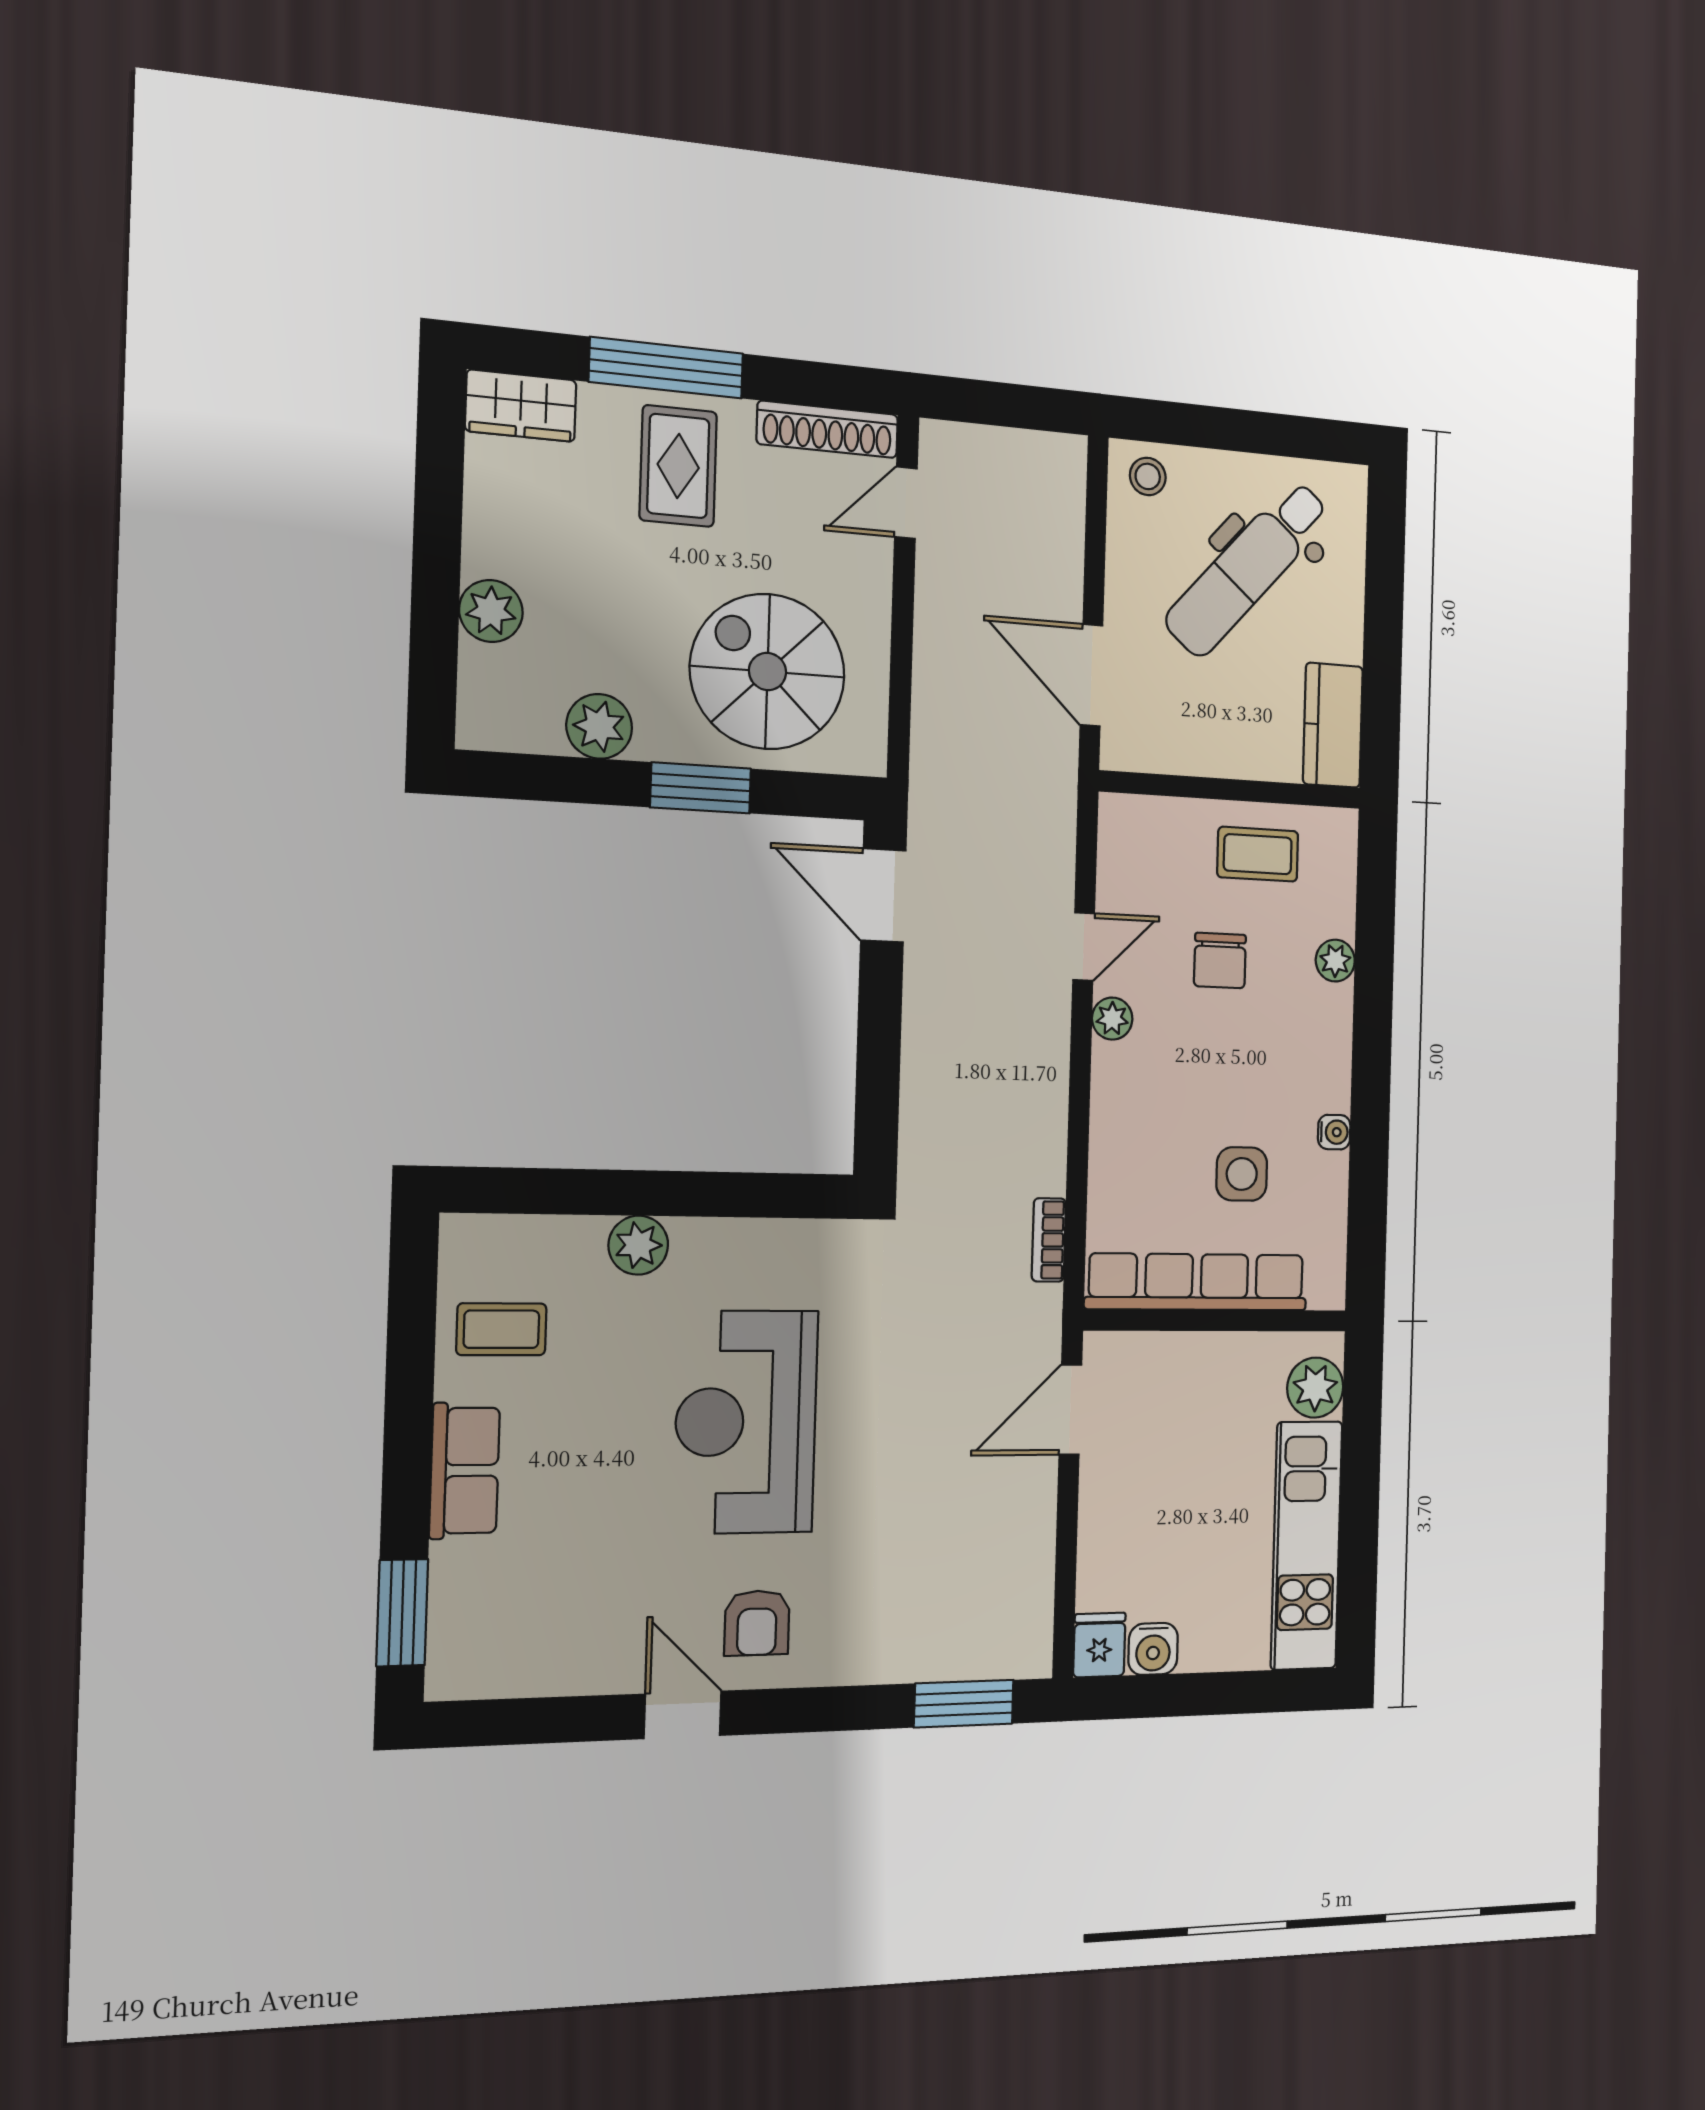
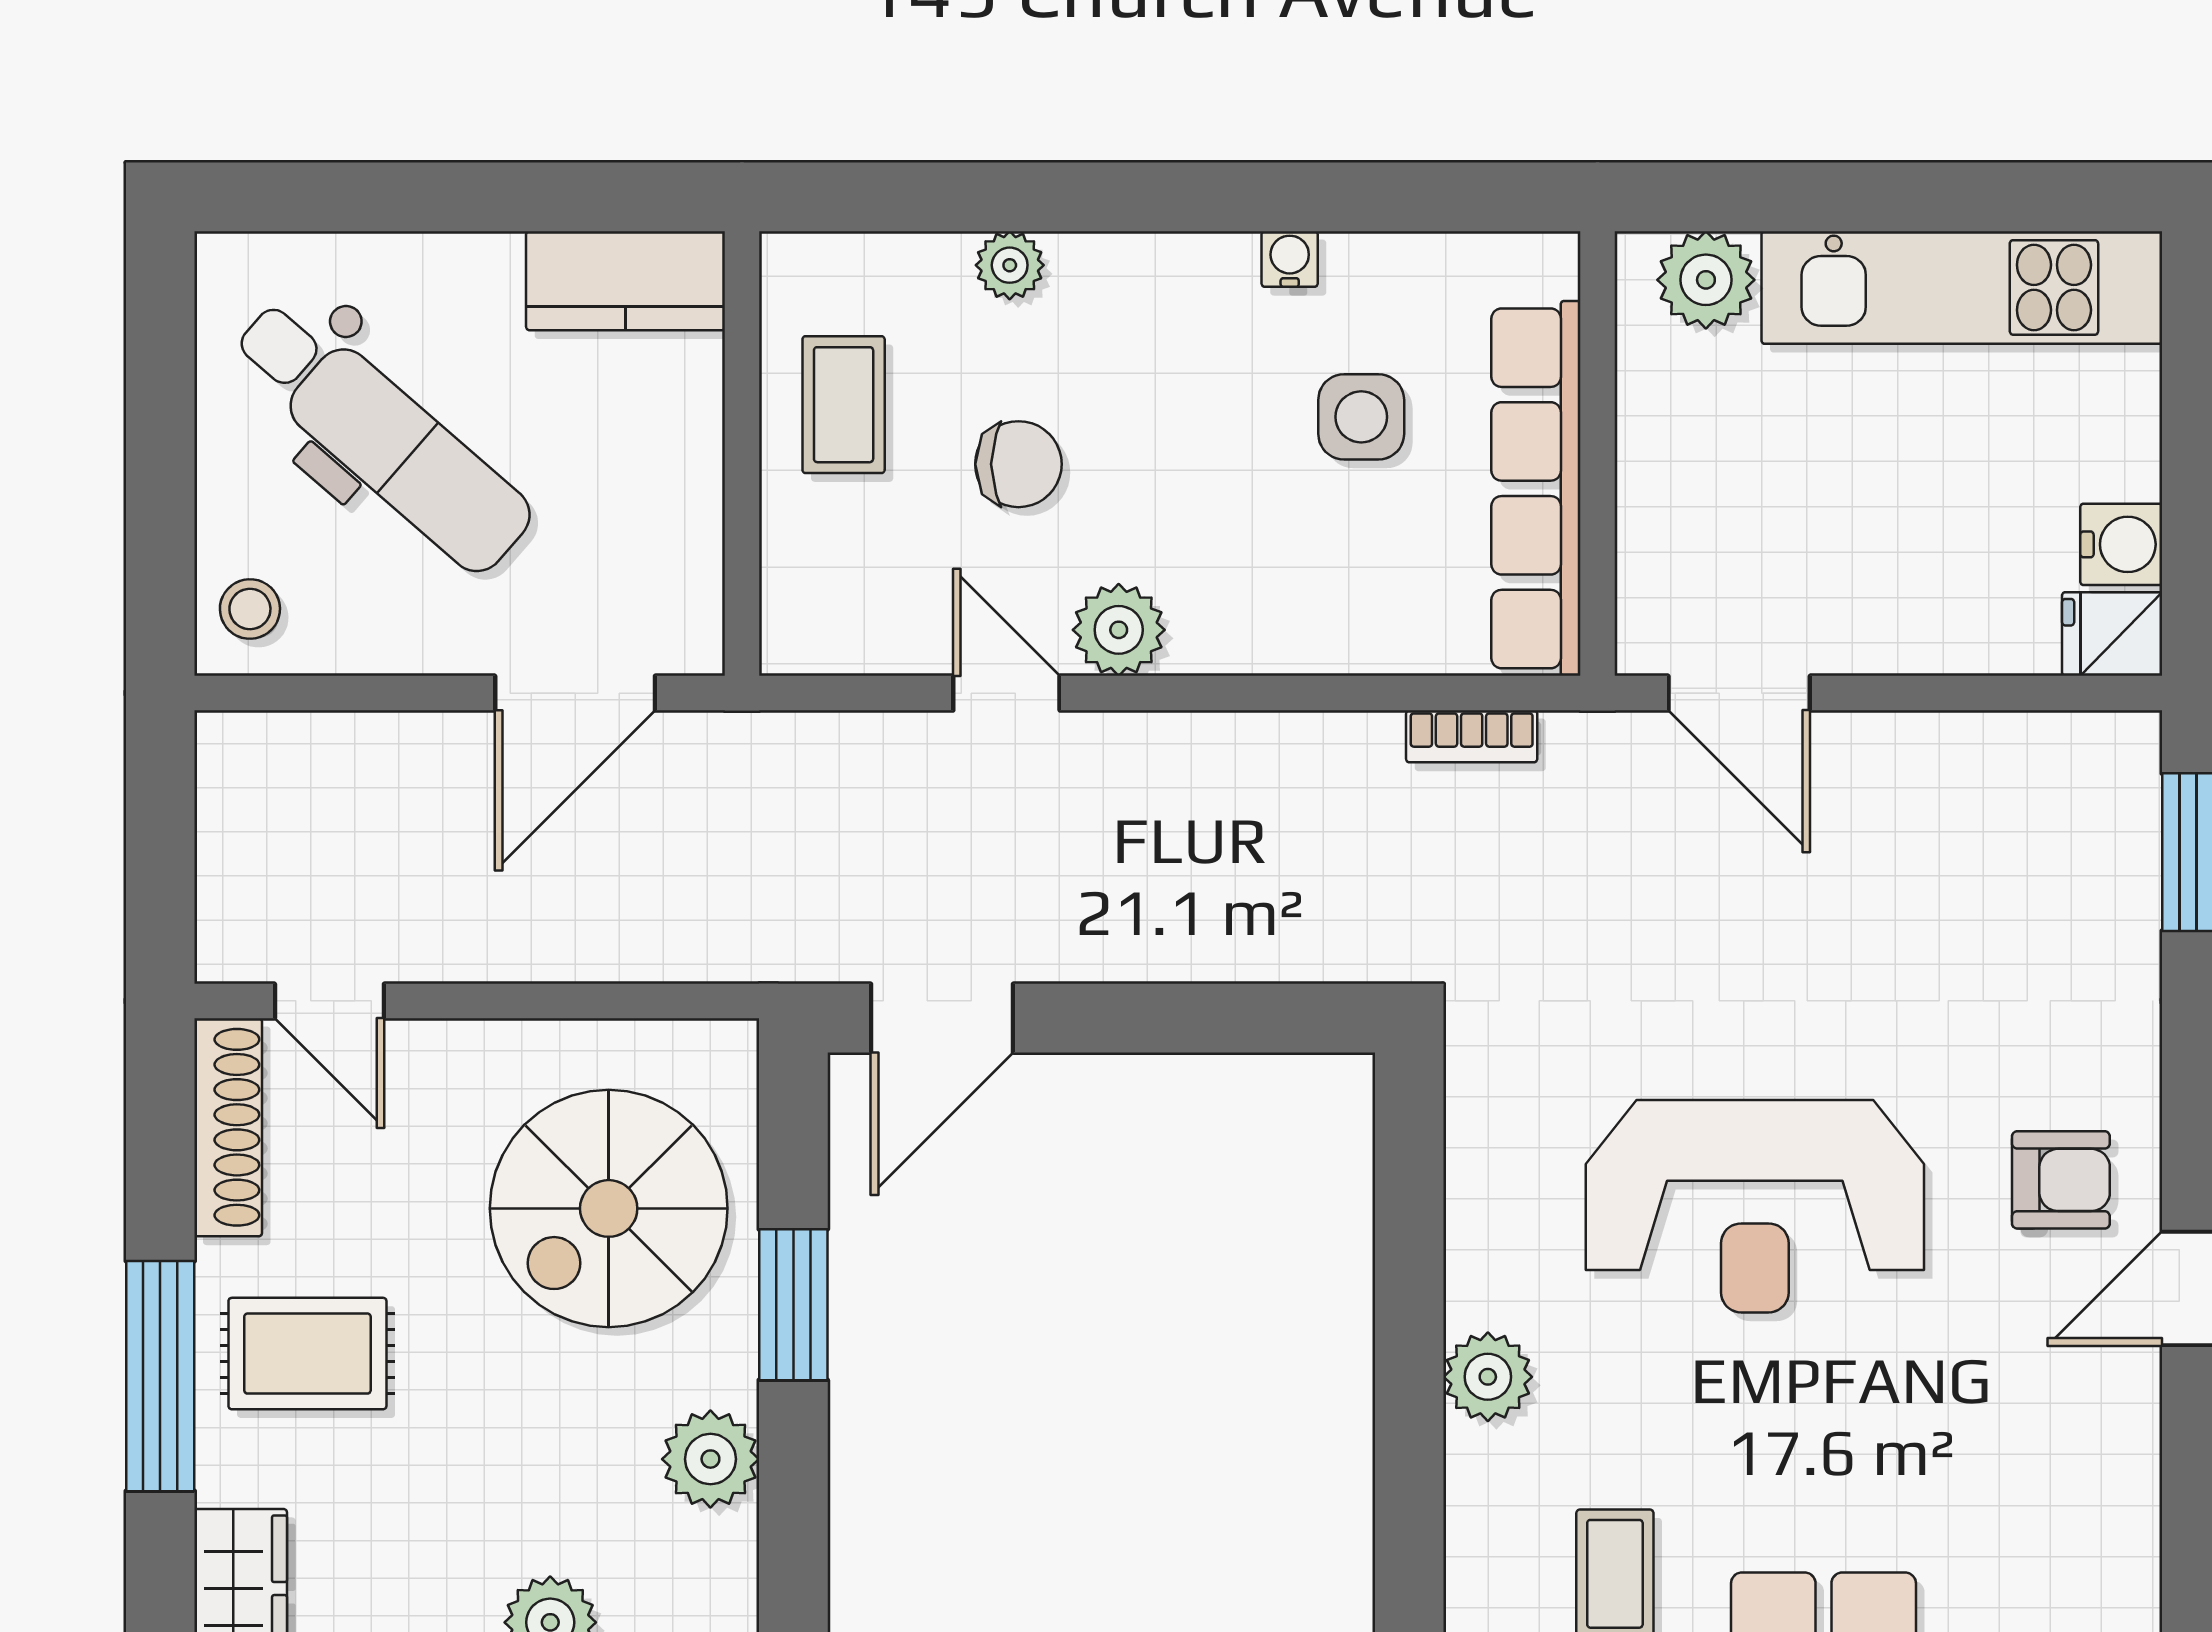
plant: (1112, 1019) -> (1119, 630), width x1.38, depth x1.38

